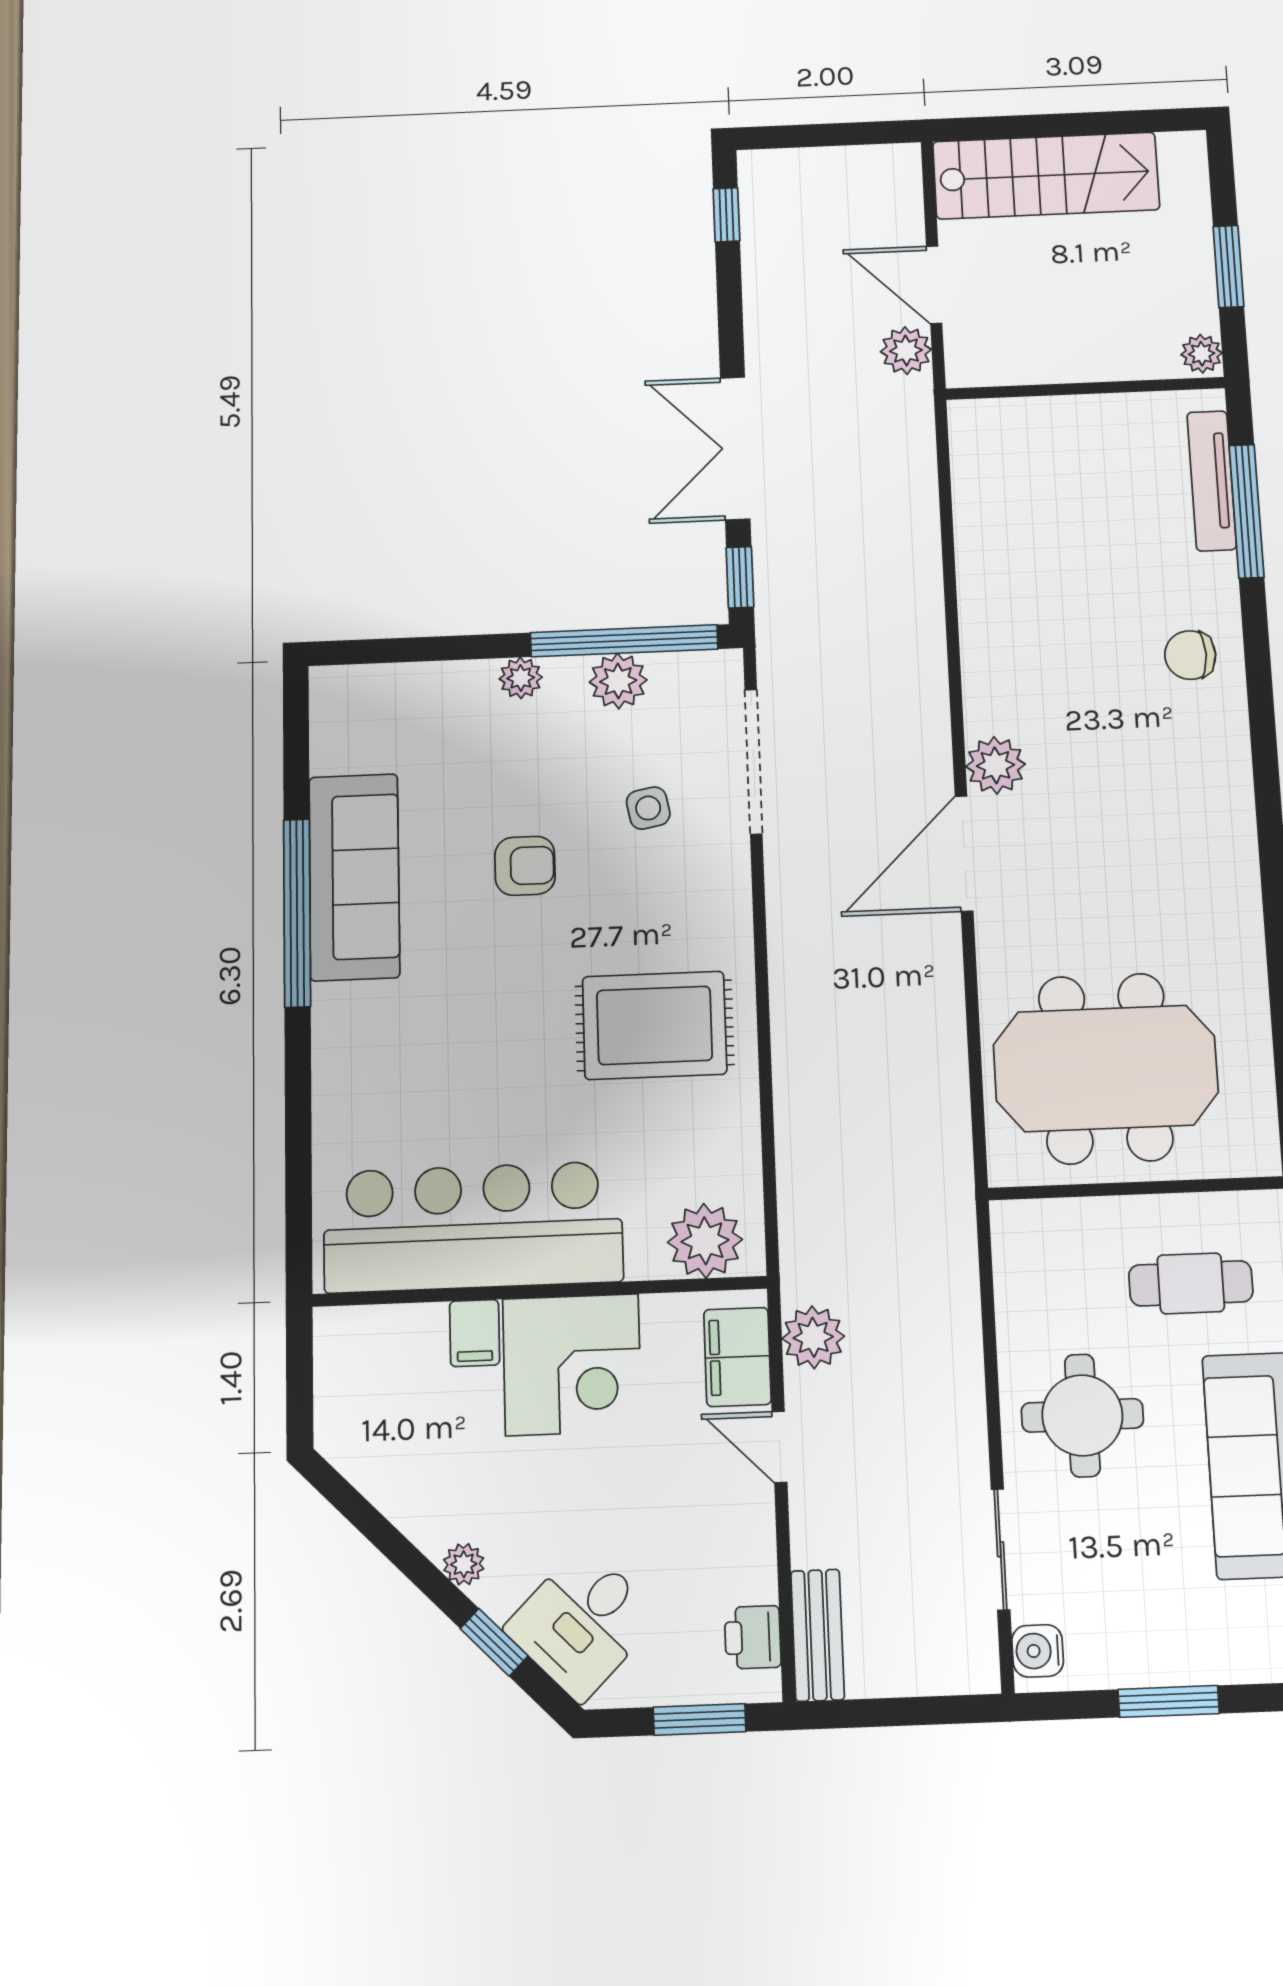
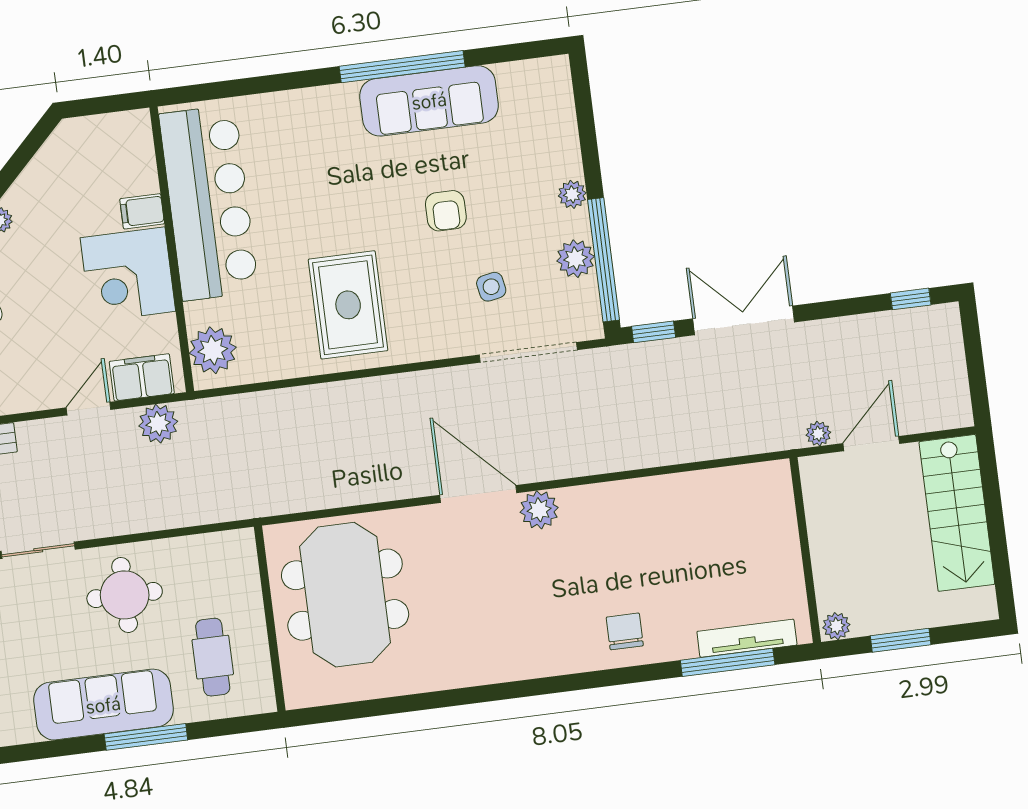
plant: (906, 351) -> (818, 434), width x0.73, depth x0.73

